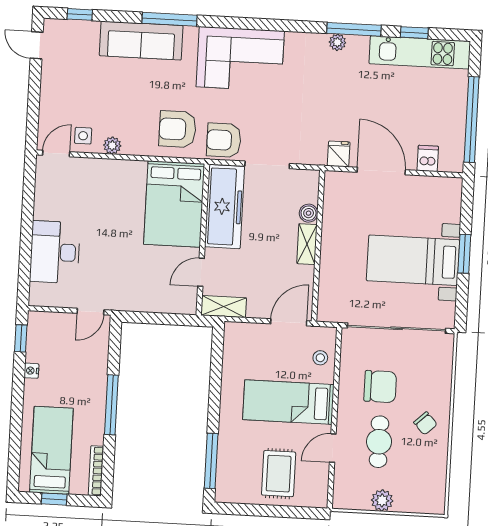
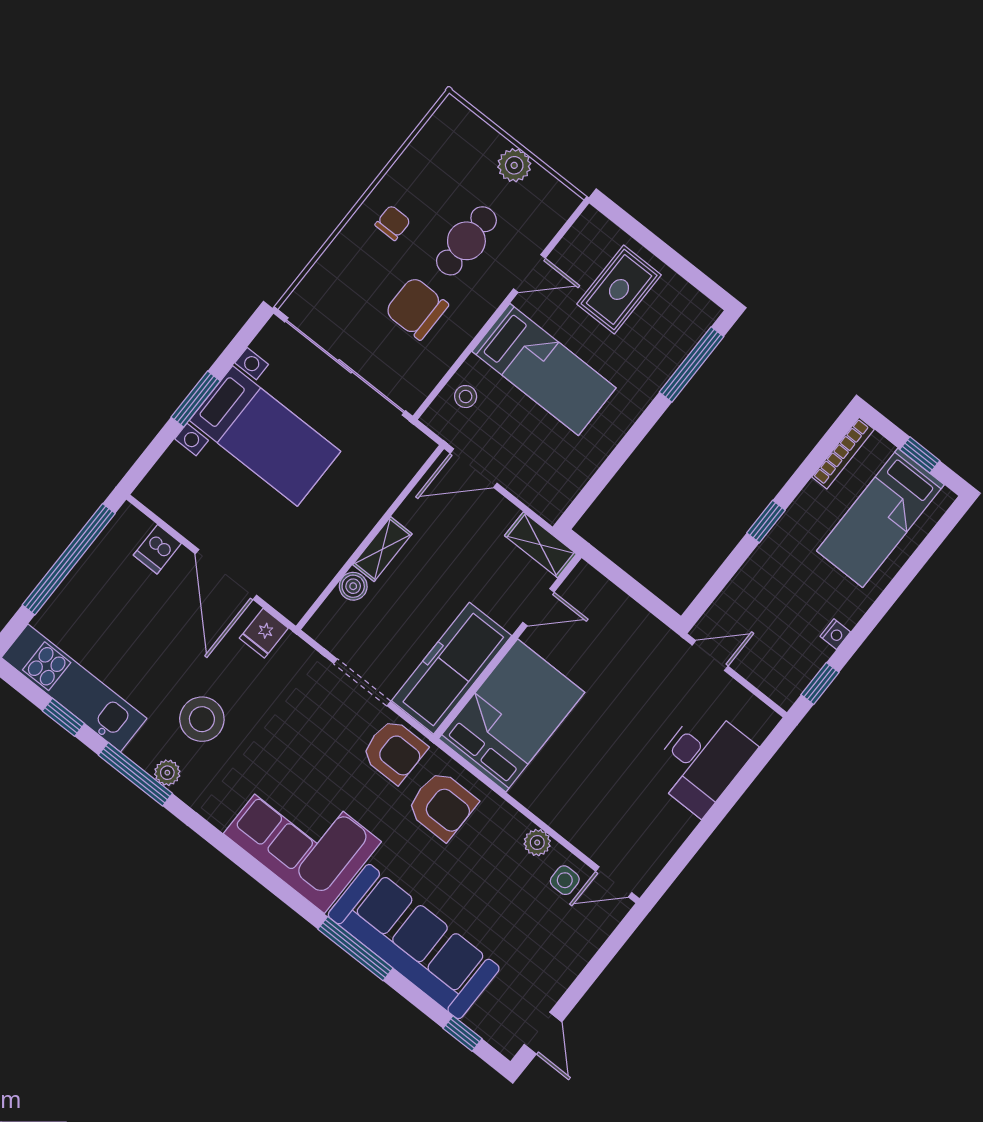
sofa: (141, 41) -> (414, 942), width x1.36, depth x1.27
stool: (339, 84) -> (202, 719), added
window: (111, 405) -> (766, 522), width x0.46
chair: (425, 423) -> (393, 223), turned 43

